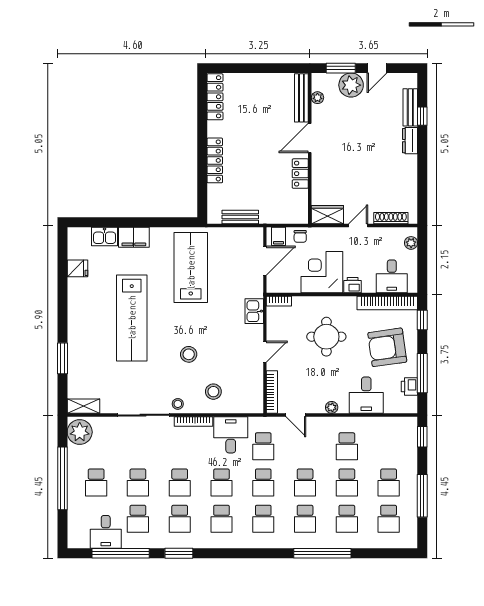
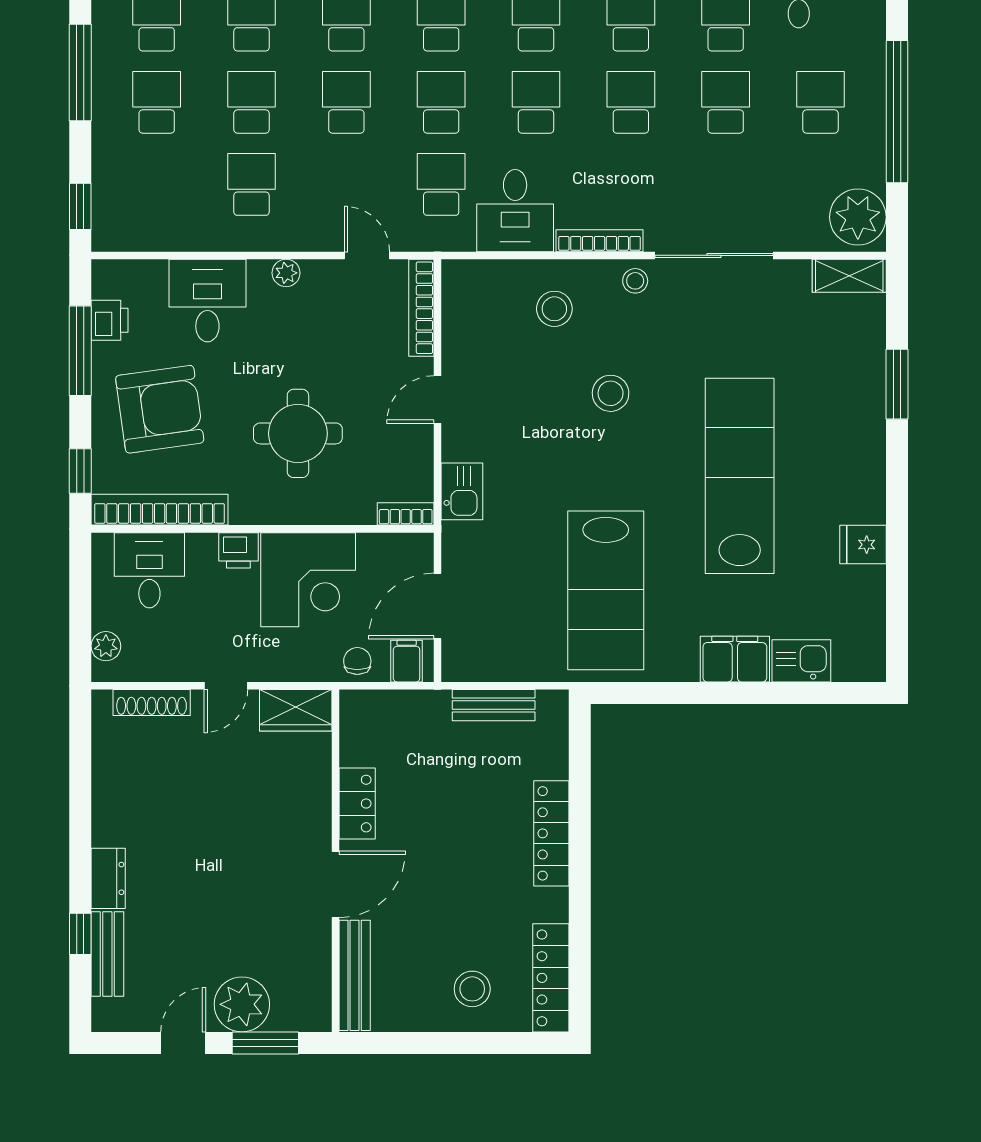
stool: (250, 92) -> (472, 989), added
plant: (317, 98) -> (318, 976), removed
fridge: (77, 268) -> (863, 545), moved

